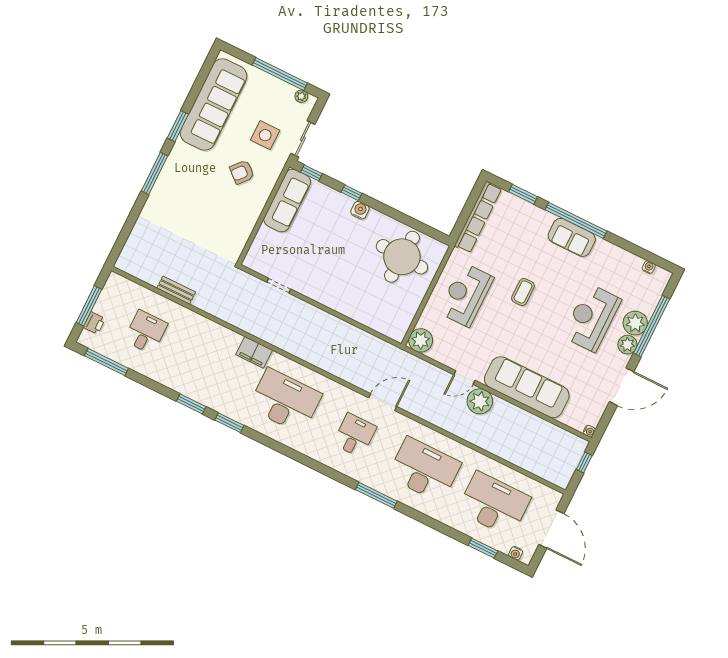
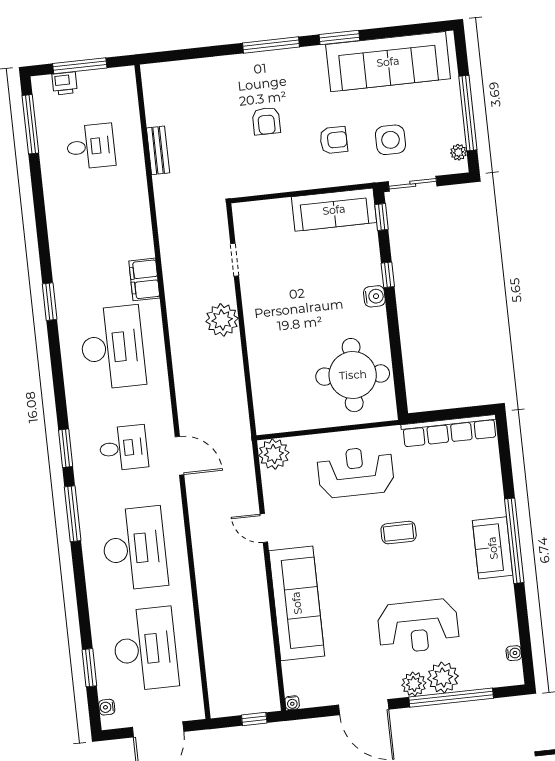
armchair: (242, 172) -> (334, 140), turned 139
window: (523, 194) -> (506, 464), removed
armchair: (202, 208) -> (266, 121), added
reception desk: (592, 318) -> (418, 626), turned 180
plant: (480, 401) -> (222, 320), moved
window: (191, 404) -> (66, 448), moved

